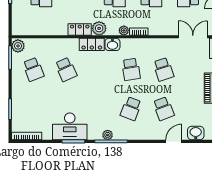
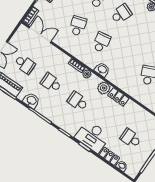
double door: (193, 37) -> (40, 35), swing flipped
locker: (92, 44) -> (117, 80), removed

